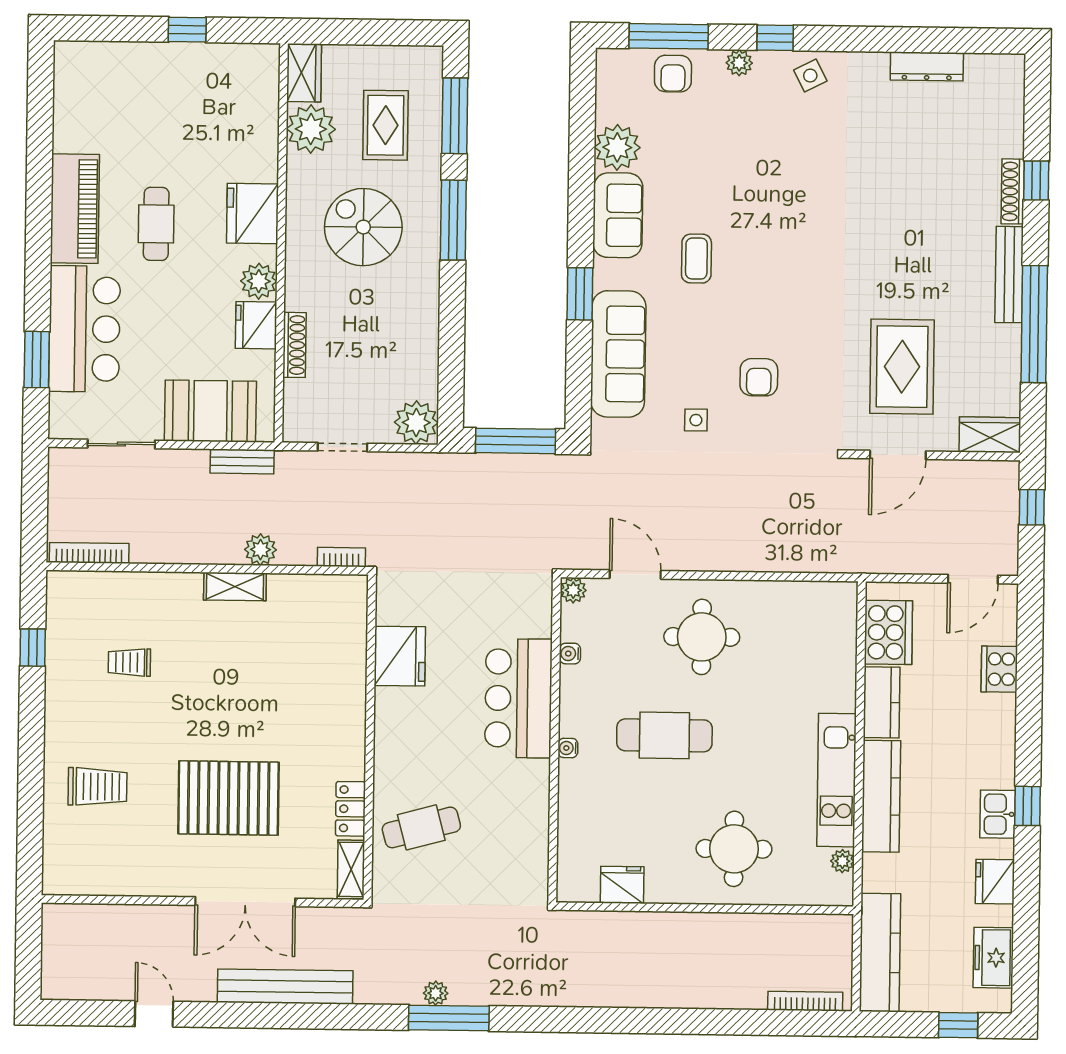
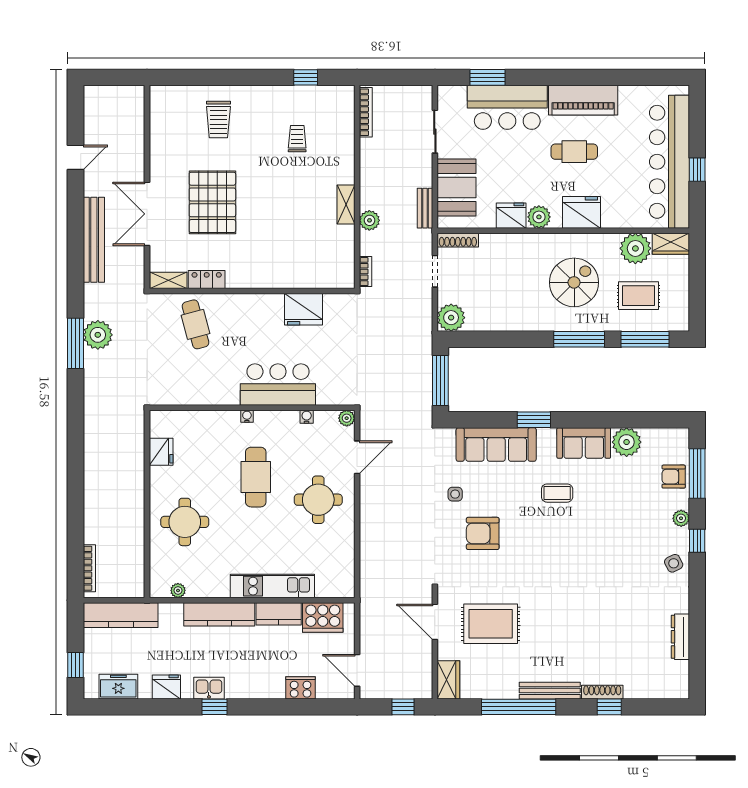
bar counter: (174, 73) -> (669, 162), added
shoe rack: (294, 345) -> (458, 240), moved
armchair: (759, 377) -> (483, 533), width x1.38, depth x1.38
kitchen unit: (837, 780) -> (272, 586), moved
plant: (436, 993) -> (98, 335), width x1.88, depth x1.88

